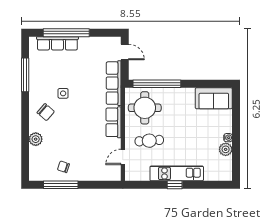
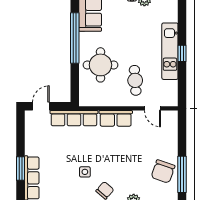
window: (66, 33) -> (20, 169), width x0.47
window: (157, 84) -> (75, 38), moved
round table: (145, 108) -> (100, 65), moved
chair: (63, 167) -> (163, 171), width x1.87, depth x1.87

